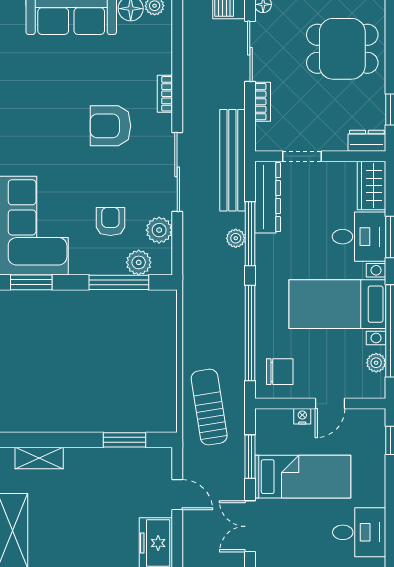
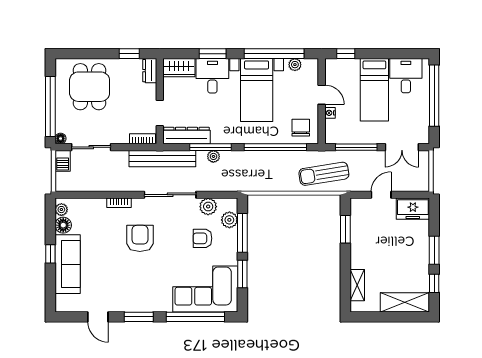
bookcase: (263, 102) -> (142, 139), moved
armchair: (110, 126) -> (140, 238), turned 180
window: (31, 282) -> (242, 274), moved
window: (250, 457) -> (356, 147), width x1.44
bed: (303, 477) -> (374, 90), moved, turned 180

